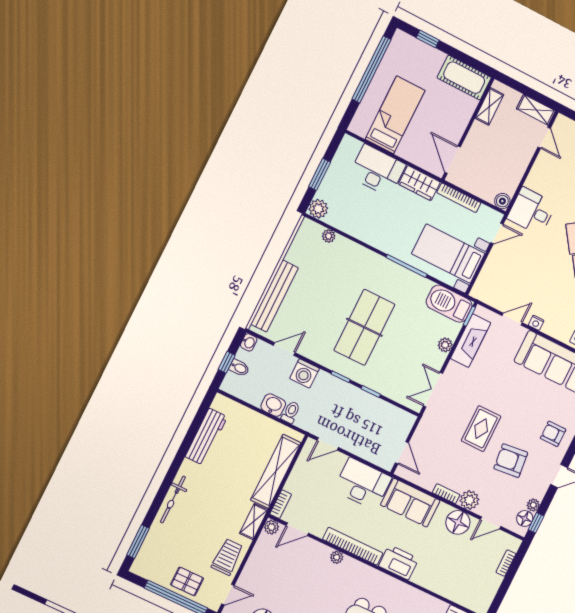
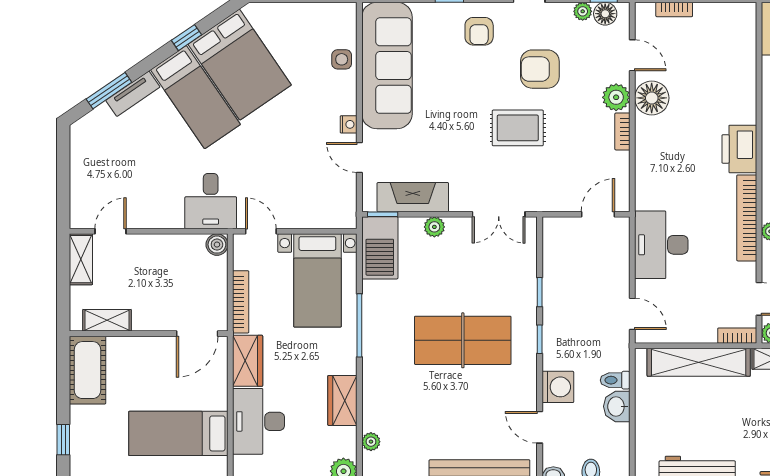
wardrobe: (364, 231) -> (342, 400), added
armchair: (511, 461) -> (540, 69), turned 96
sofa: (410, 503) -> (656, 172), removed

